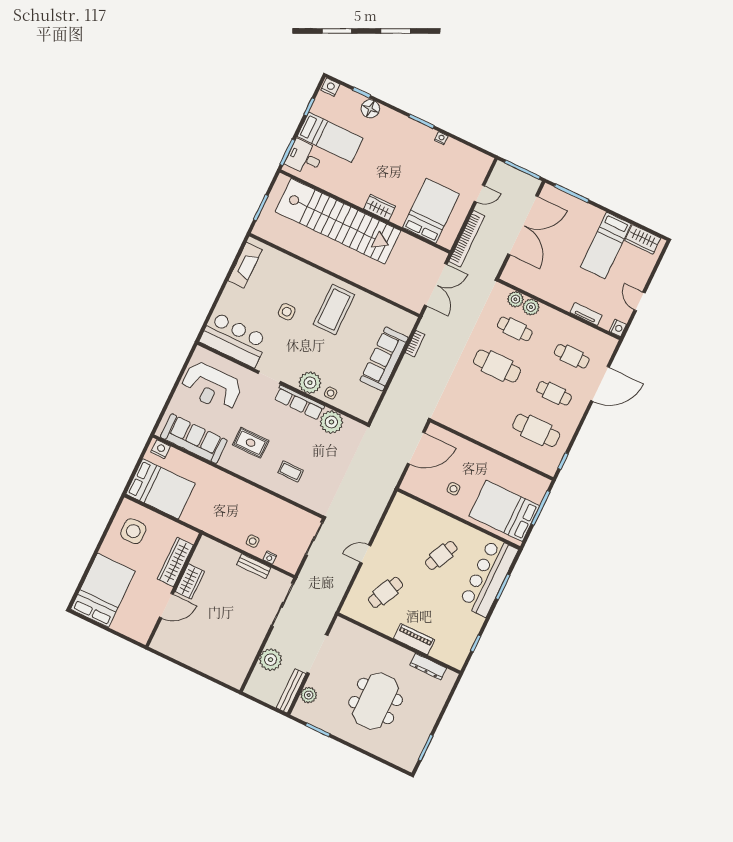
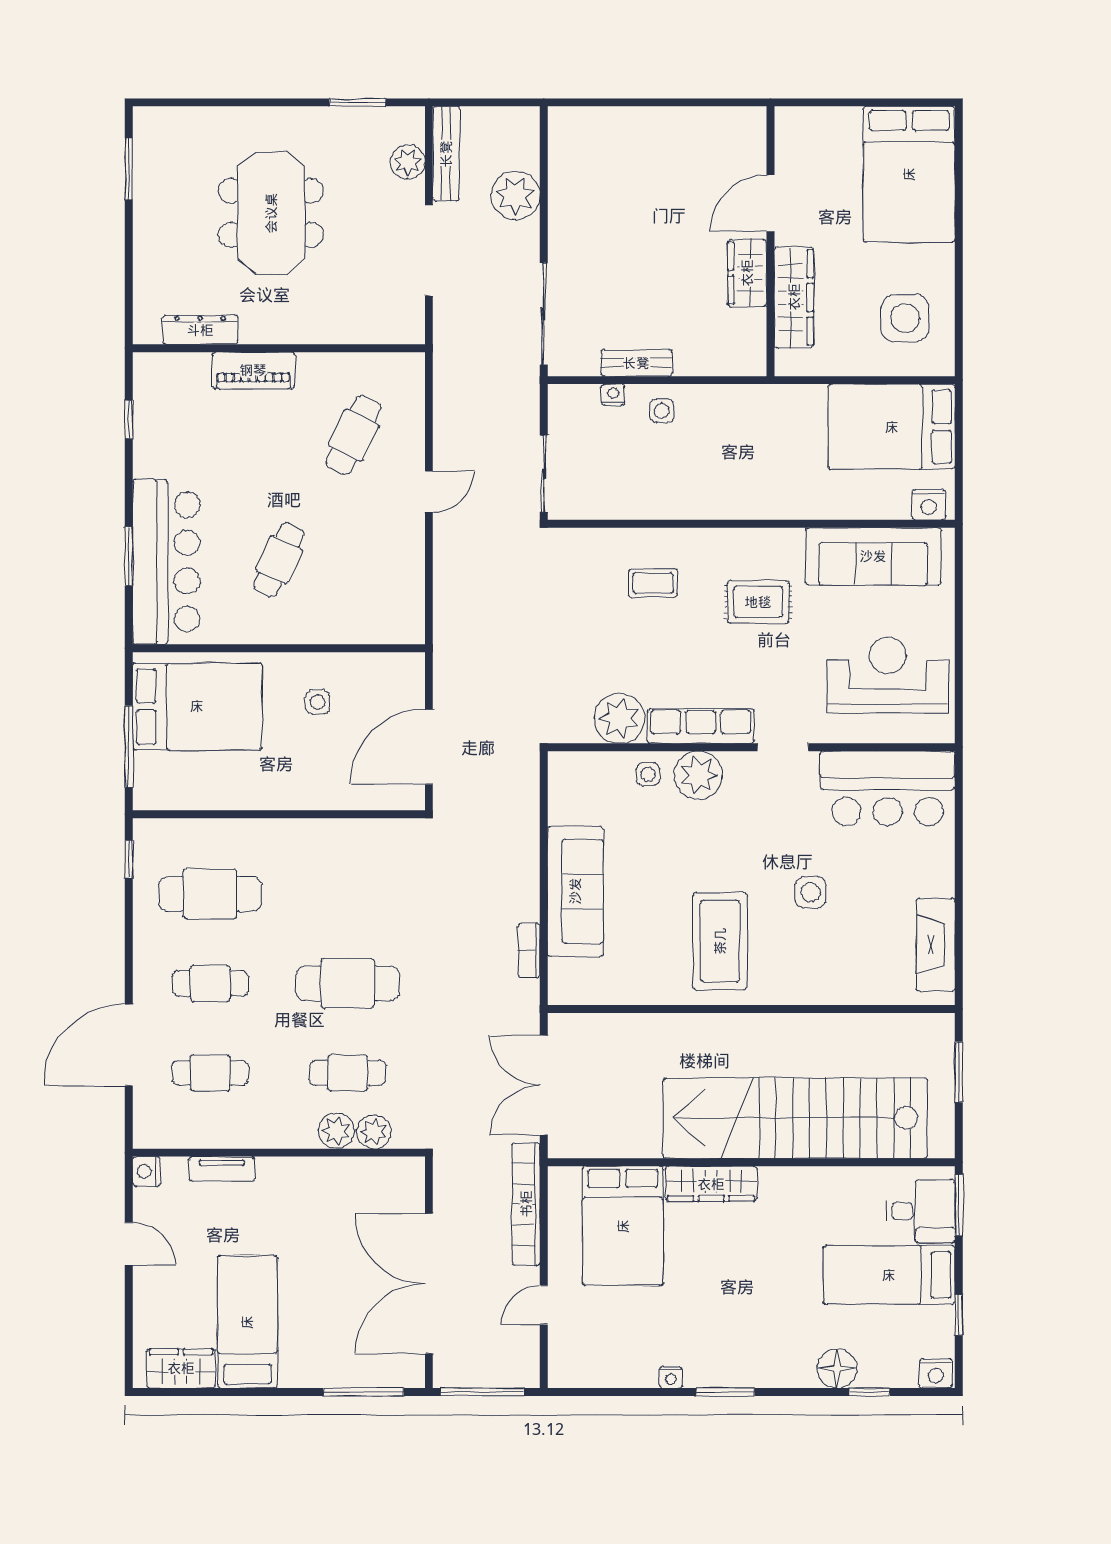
wardrobe: (380, 208) -> (711, 1184), width x1.50

